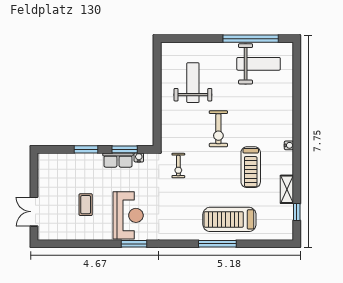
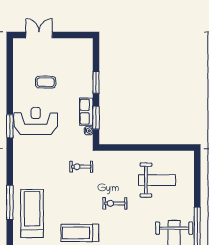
exercise bike: (218, 129) -> (115, 203), width x0.73, depth x0.72
reception desk: (128, 215) -> (36, 121), turned 180

